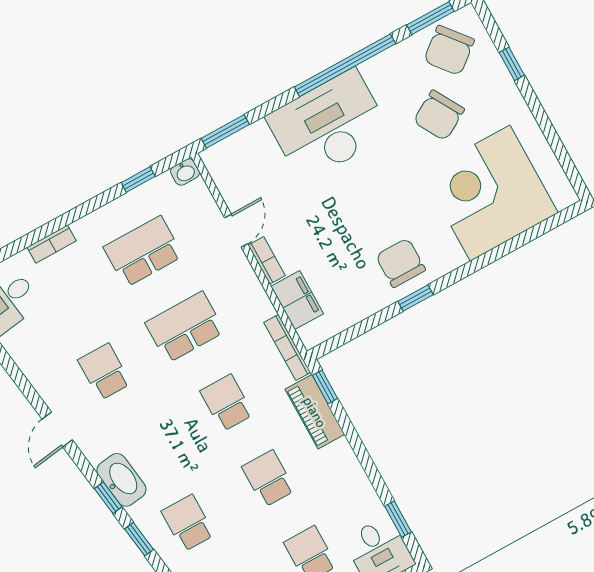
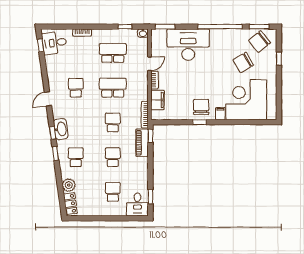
desk: (328, 126) -> (188, 45), moved
filing cabinet: (450, 254) -> (220, 114), added

